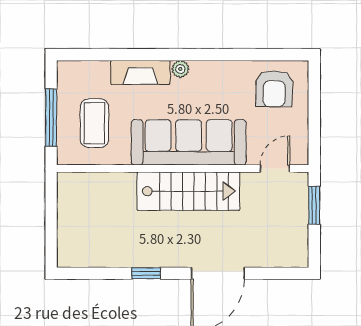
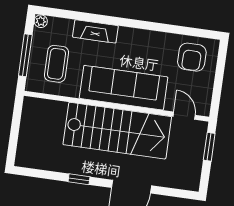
plant: (180, 69) -> (41, 21), moved
door: (275, 168) -> (184, 116), hinge flipped
stairs: (188, 191) -> (117, 131), width x1.36, depth x1.51

